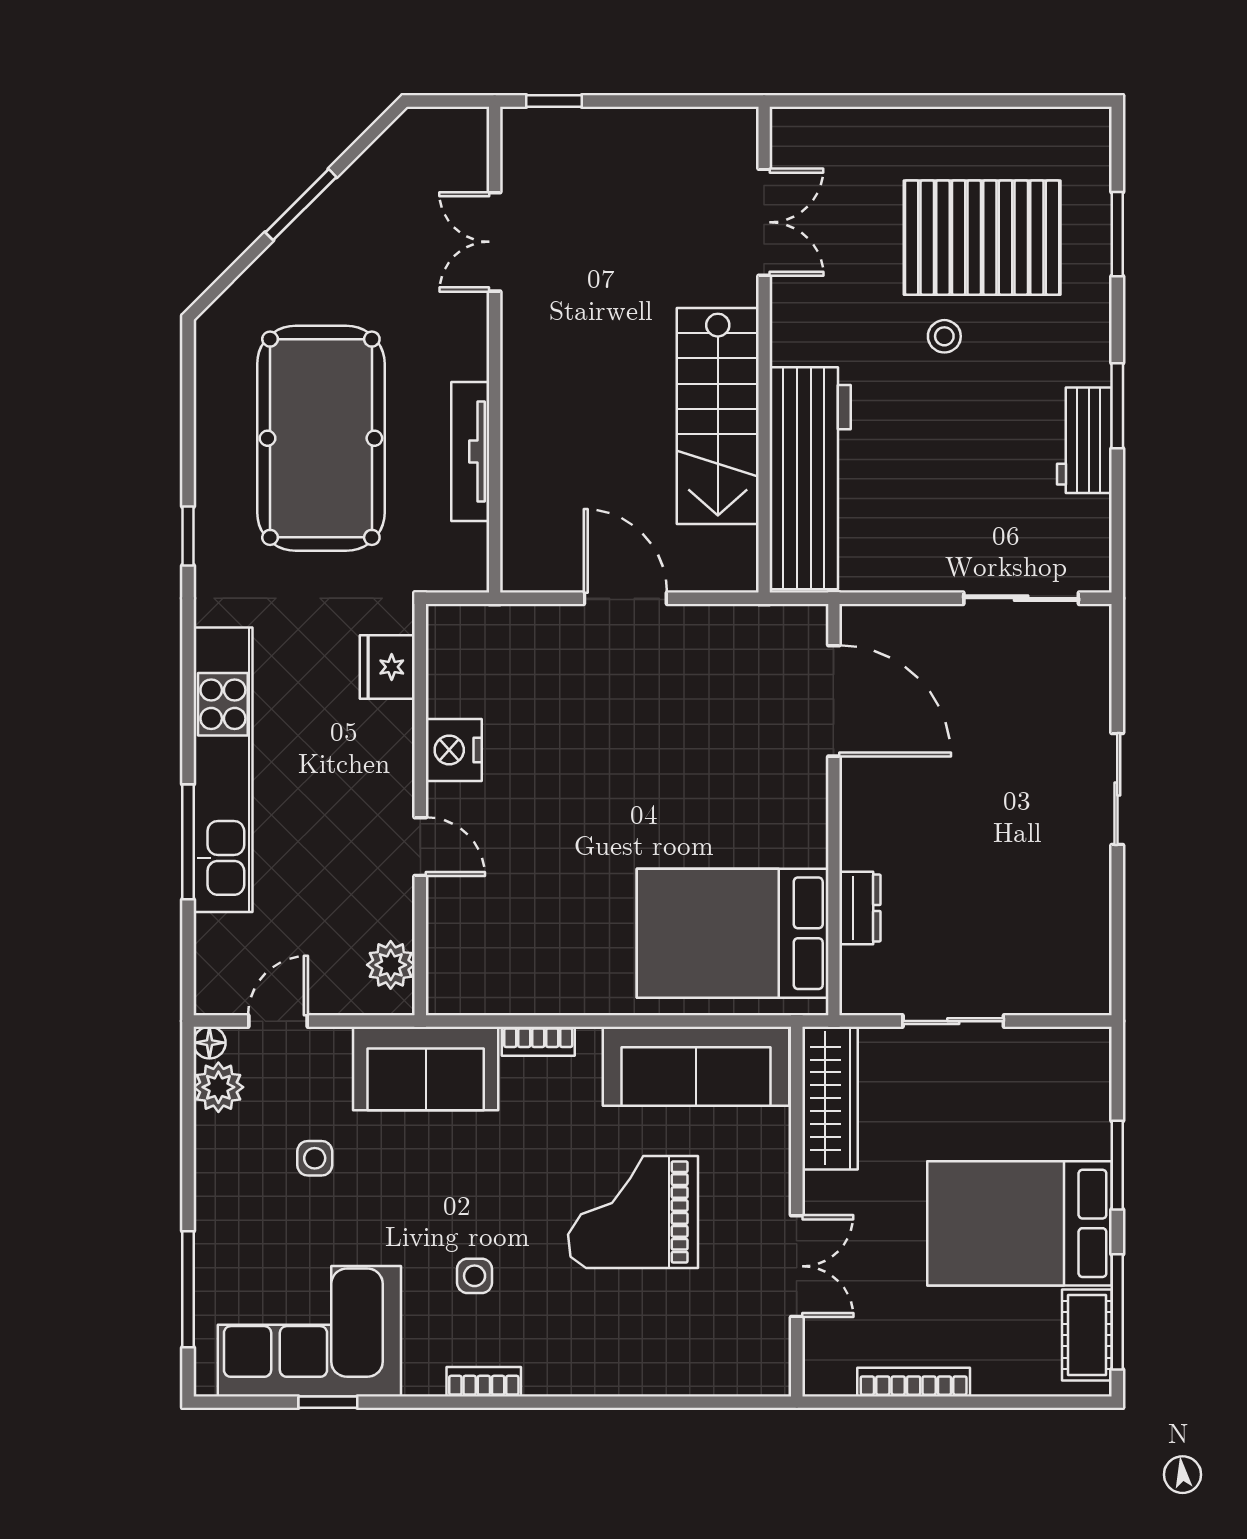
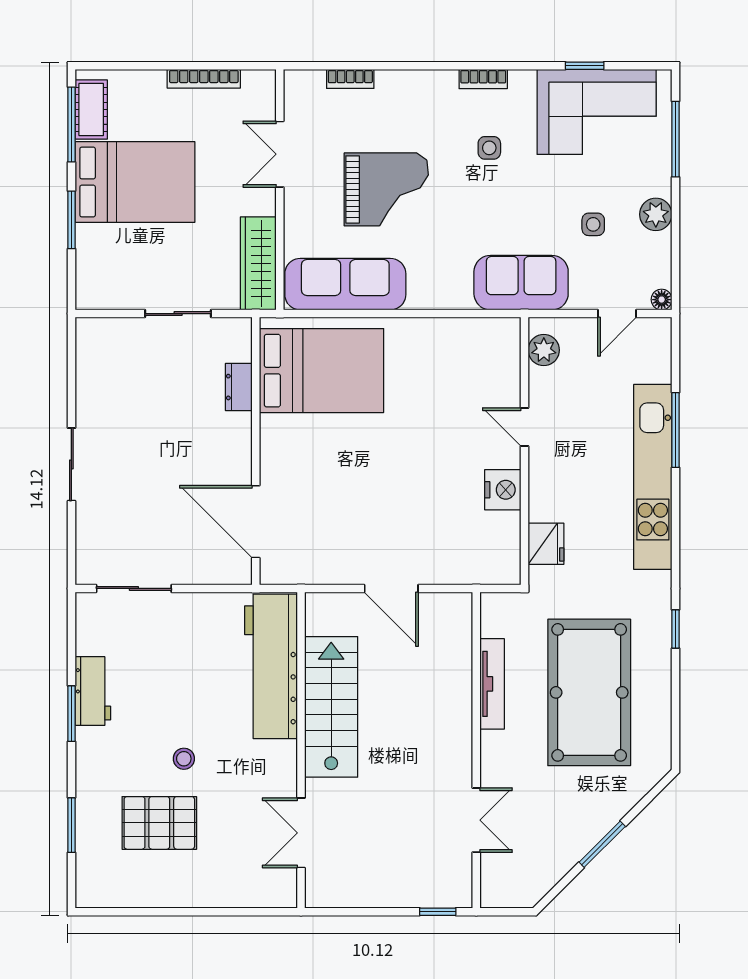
pallet: (982, 238) -> (159, 823), width x0.73, depth x0.71
bookcase: (538, 1041) -> (350, 79), moved, turned 180
plant: (218, 1087) -> (656, 214), moved

